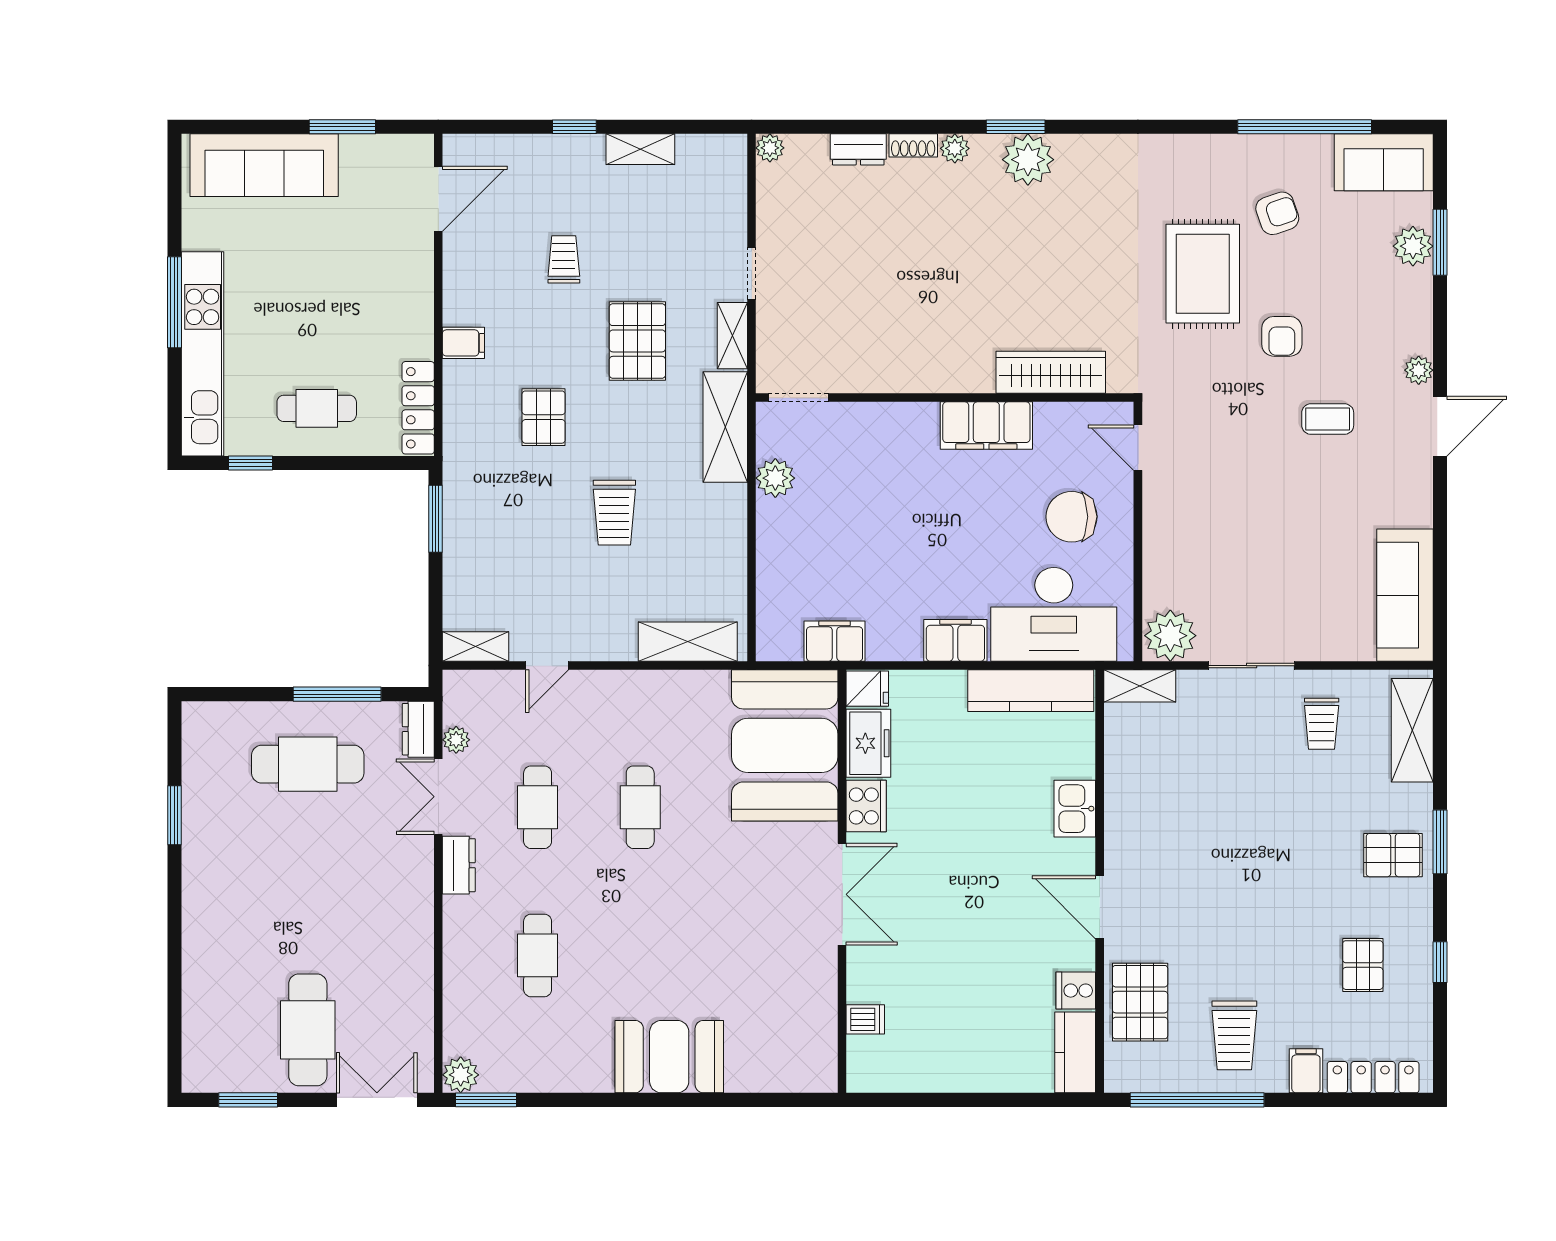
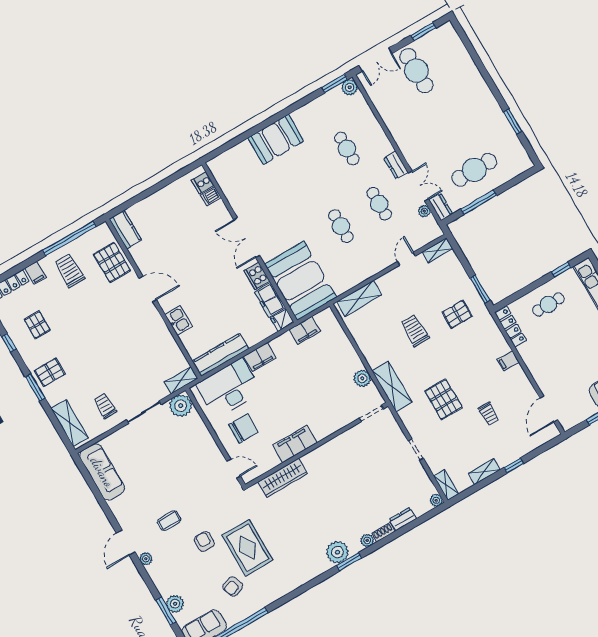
shelving: (732, 336) -> (446, 485), moved
pallet: (544, 417) -> (457, 314), moved, turned 90
cooker: (1076, 991) -> (203, 183), moved, turned 180

